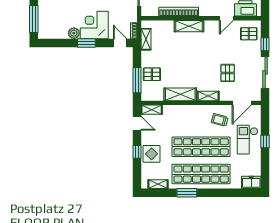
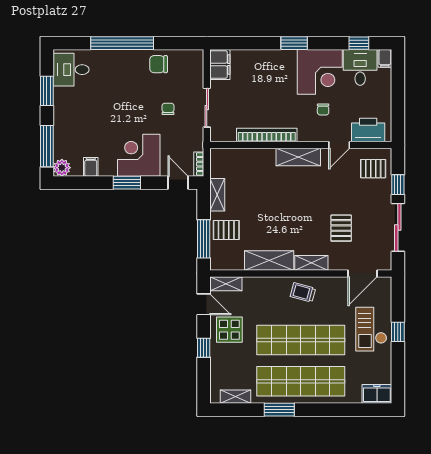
shelving: (189, 26) -> (298, 157), moved
filing cabinet: (63, 33) -> (91, 167), added
plant: (74, 33) -> (62, 168), moved
shelving: (146, 39) -> (217, 195), moved
trolley: (220, 120) -> (303, 292), moved
display table: (152, 154) -> (229, 330), moved

